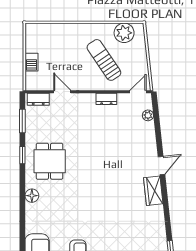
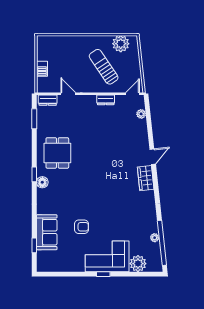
window: (22, 155) -> (34, 174), moved

